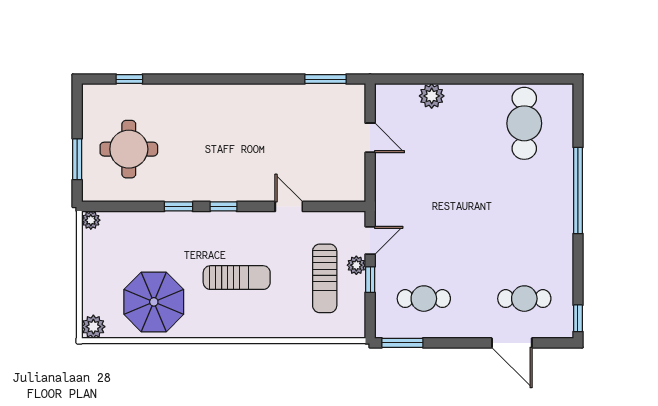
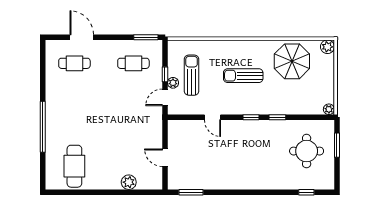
window: (578, 318) -> (43, 52), removed

